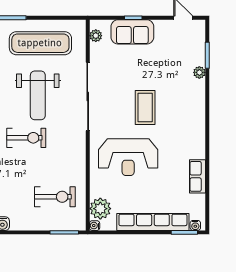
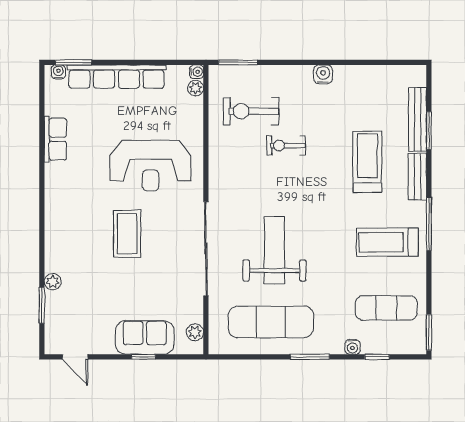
exercise bike: (26, 138) -> (286, 145), moved, width x0.73, depth x0.72
reception desk: (128, 157) -> (151, 166), turned 180
plant: (100, 209) -> (196, 88), width x0.53, depth x0.53

